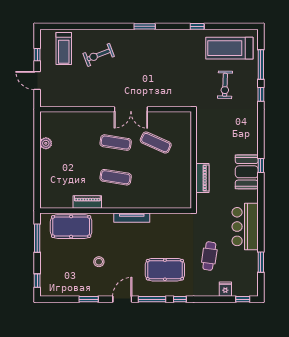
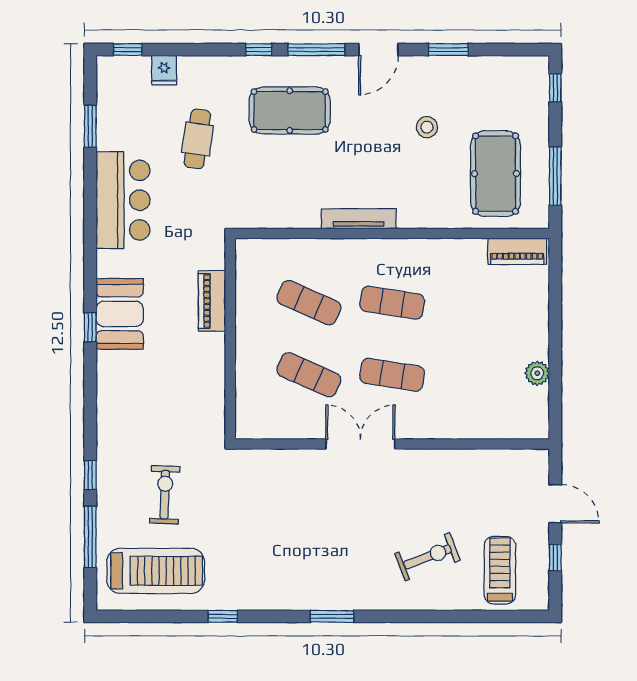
exercise mat: (156, 177) -> (309, 303), added
piano: (87, 202) -> (517, 251), moved
pool table: (71, 227) -> (496, 174), moved, turned 90

